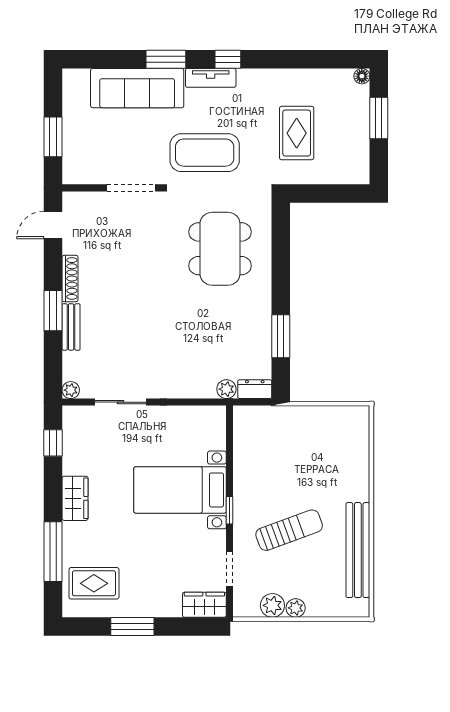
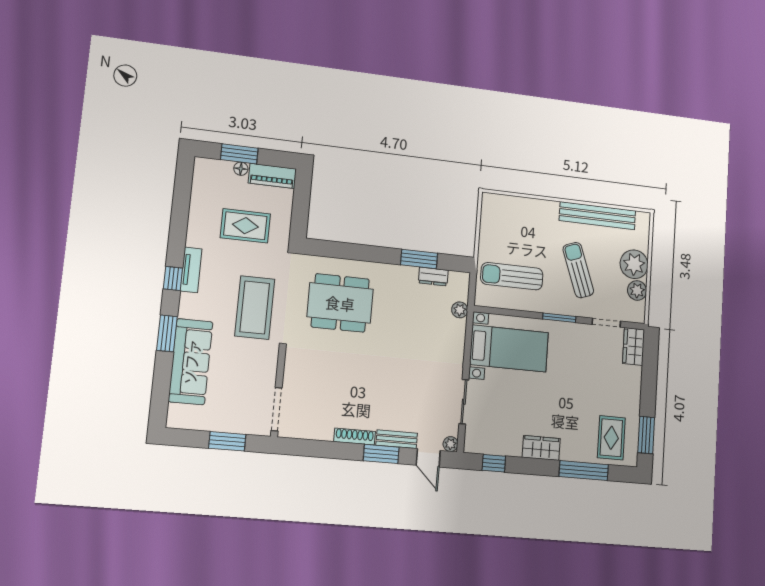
floor lamp: (362, 76) -> (241, 169), moved
tv unit: (211, 78) -> (191, 270), moved
piano: (358, 158) -> (272, 176), added
doorway: (131, 188) -> (277, 409), moved
door: (53, 225) -> (428, 458), moved
dresser: (255, 389) -> (433, 276), moved, turned -90
sun lounger: (273, 449) -> (512, 276), added
bed with nightstands: (180, 490) -> (509, 348), moved, turned -90
window: (230, 510) -> (559, 318), width x1.50
plant: (296, 608) -> (634, 264), width x1.88, depth x1.88
window: (132, 627) -> (646, 435), moved

